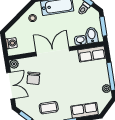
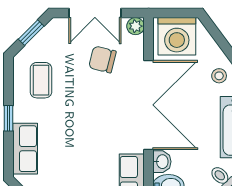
washing machine: (11, 43) -> (177, 36), width x1.89, depth x1.89
double door: (53, 51) -> (149, 105), width x1.36

